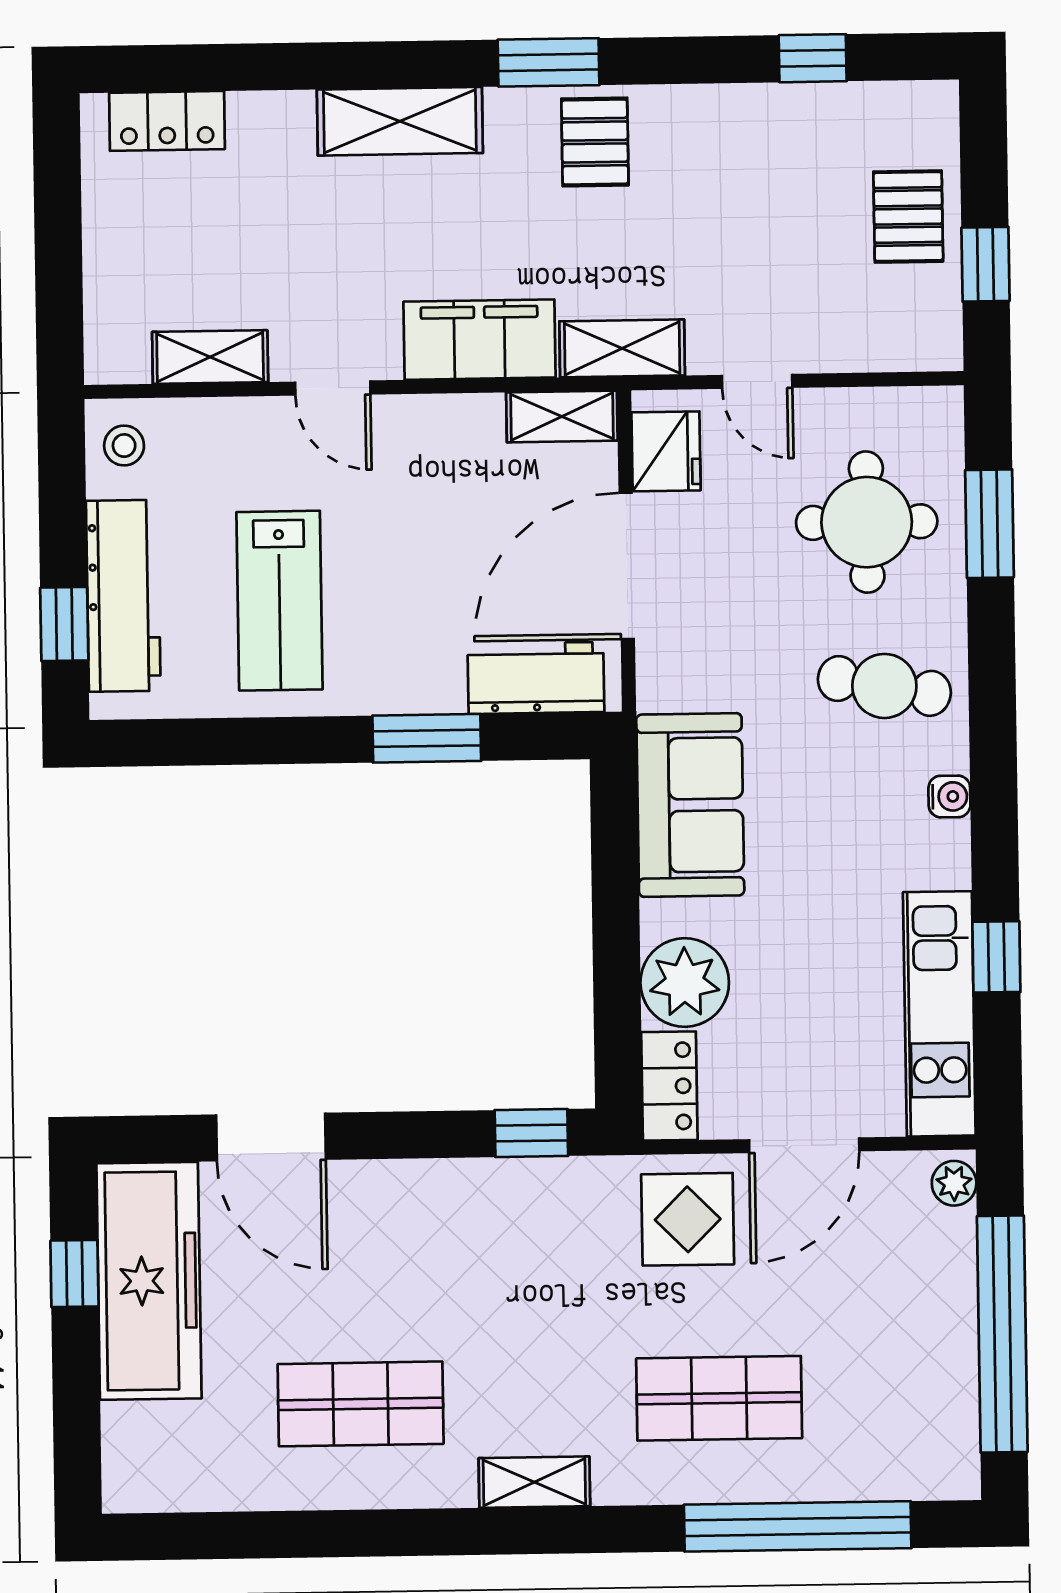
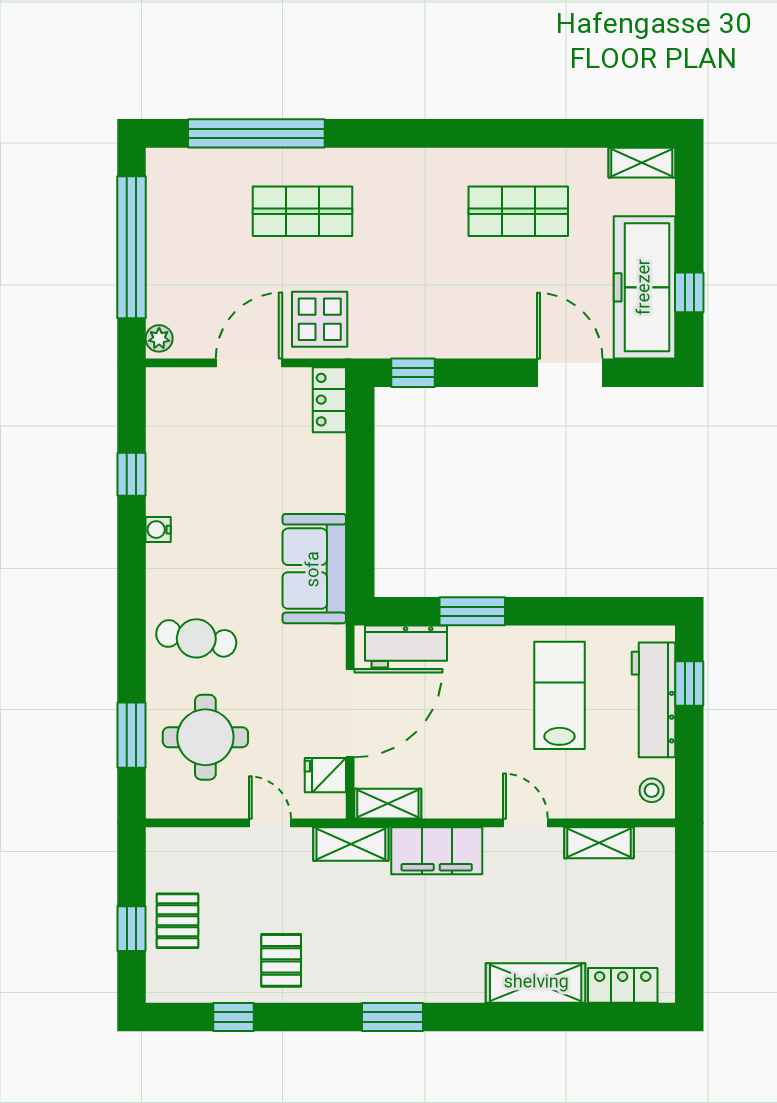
shelving: (400, 121) -> (536, 983), moved
pallet: (595, 142) -> (281, 960), moved
window: (985, 264) -> (131, 929), moved
fridge: (666, 451) -> (325, 775), width x0.72
water cooler: (949, 796) -> (158, 530), moved
plant: (685, 983) -> (319, 462), removed
kitchen unit: (939, 1014) -> (166, 441), removed
shelving: (534, 1482) -> (642, 163), moved

